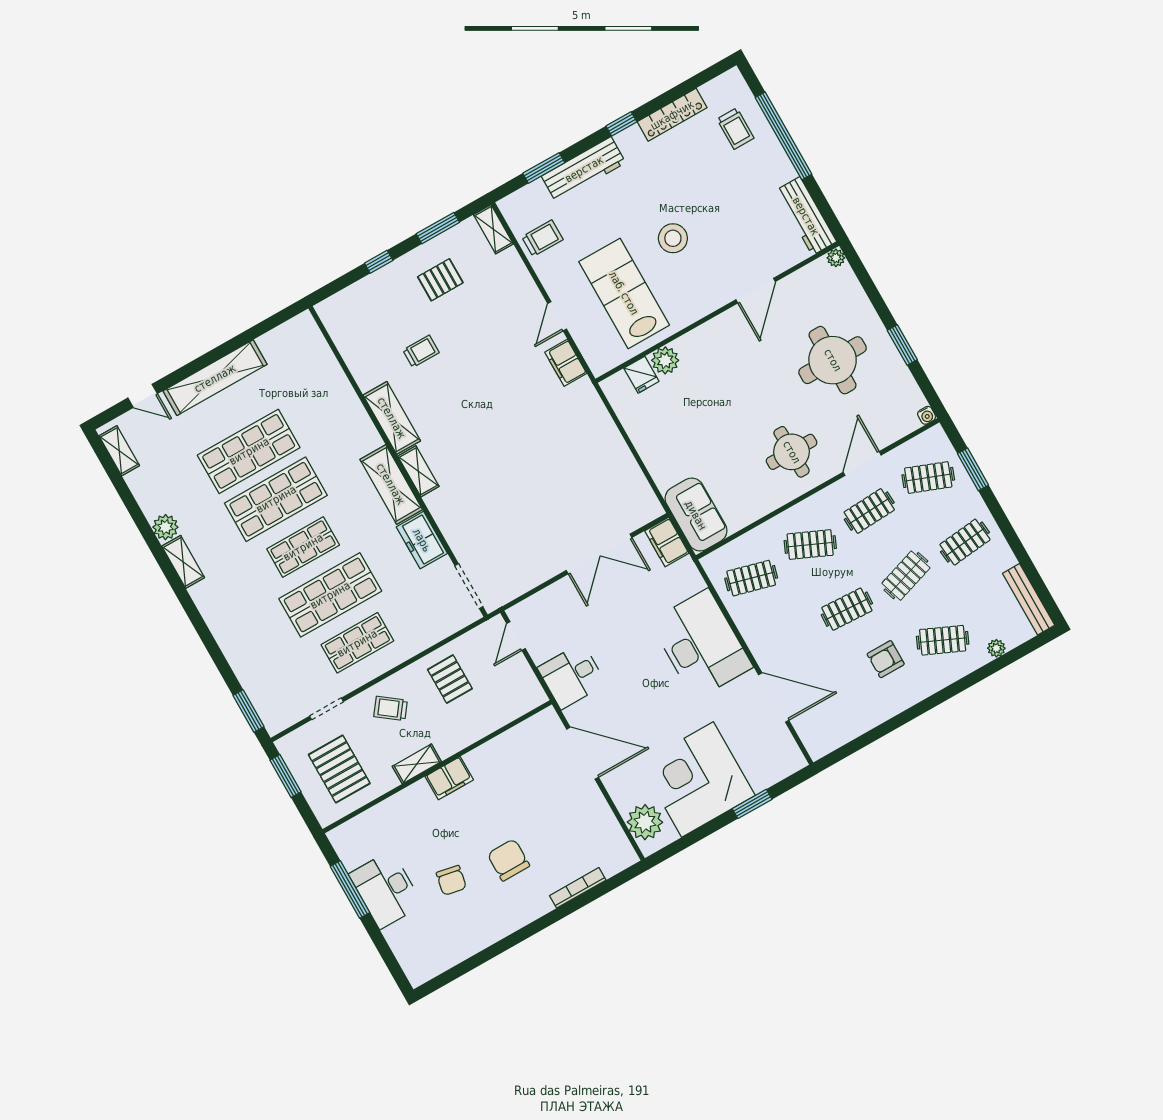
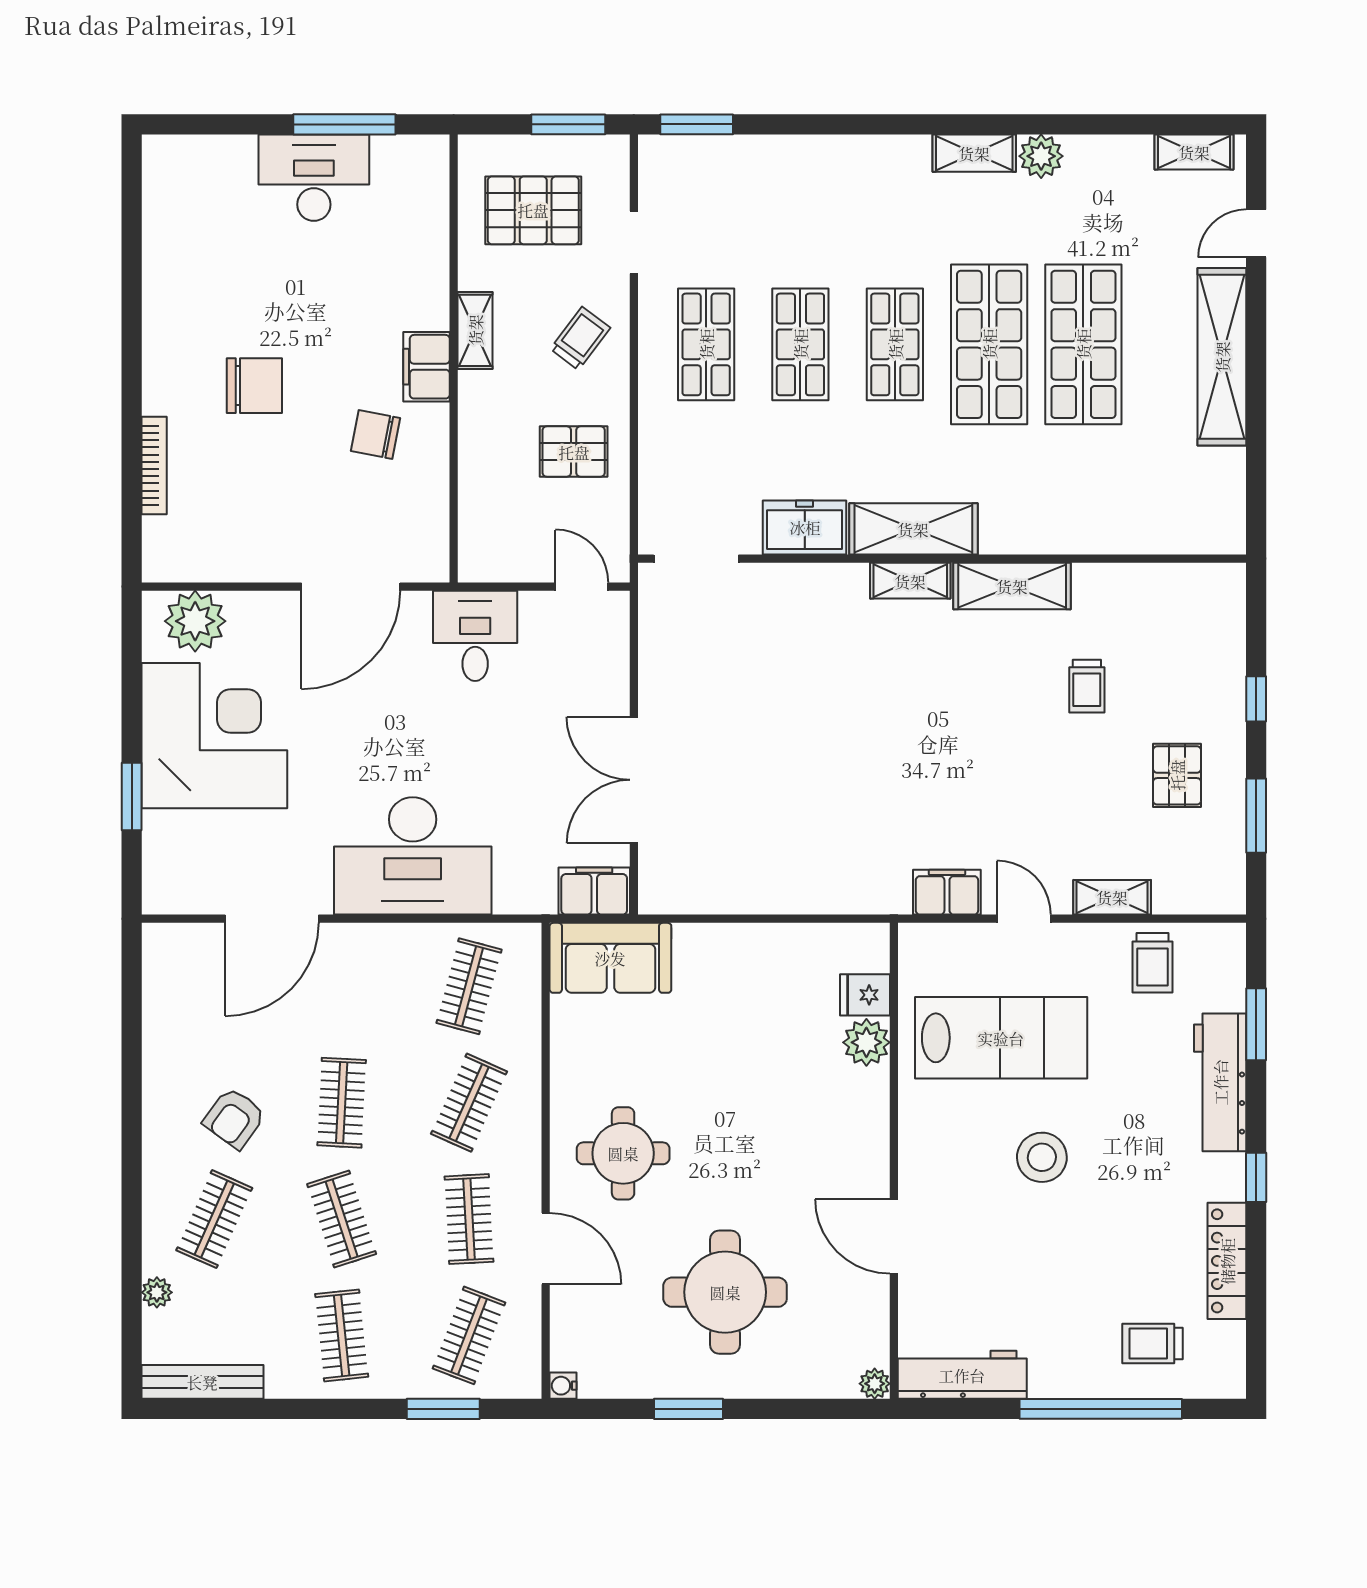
shelving: (493, 229) -> (1112, 897), moved
shop shelf: (330, 595) -> (800, 344), width x0.70, depth x0.74
armchair: (886, 659) -> (234, 1118), turned -144
chair: (451, 880) -> (375, 434), moved

